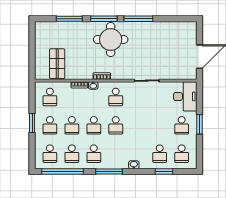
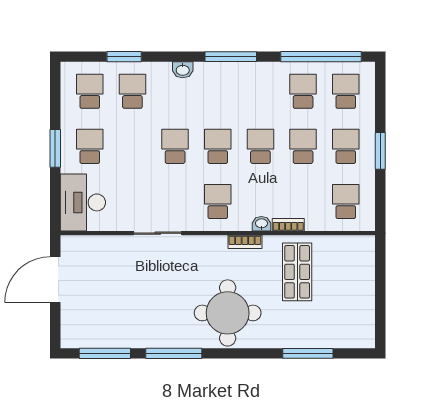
window: (104, 19) -> (105, 353), moved
shop shelf: (57, 64) -> (297, 272), moved
school desk: (94, 154) -> (175, 146), moved

